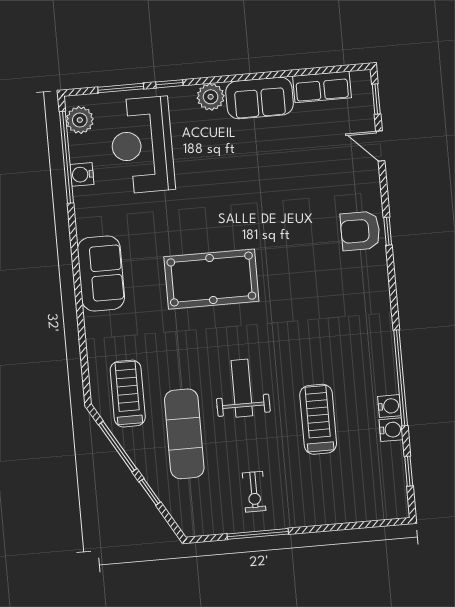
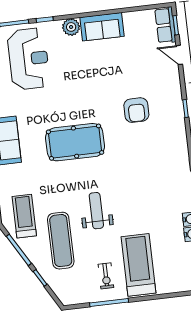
row of seats: (322, 87) -> (165, 25), moved, turned 90
reception desk: (142, 145) -> (29, 59), turned 180
armchair: (360, 231) -> (136, 110), moved, turned -90
treadmill: (318, 419) -> (138, 265), moved, width x1.37, depth x1.38

